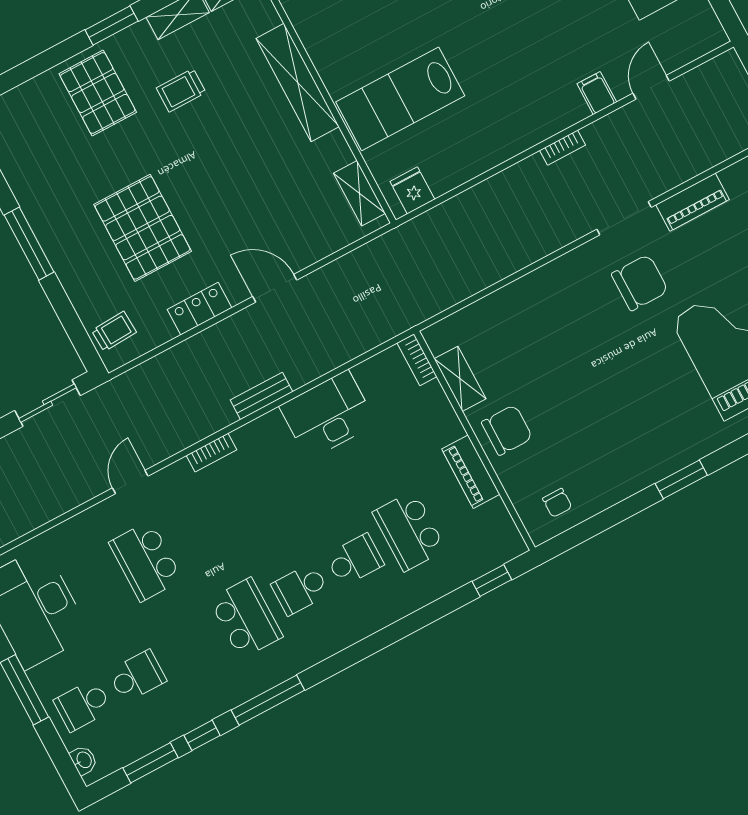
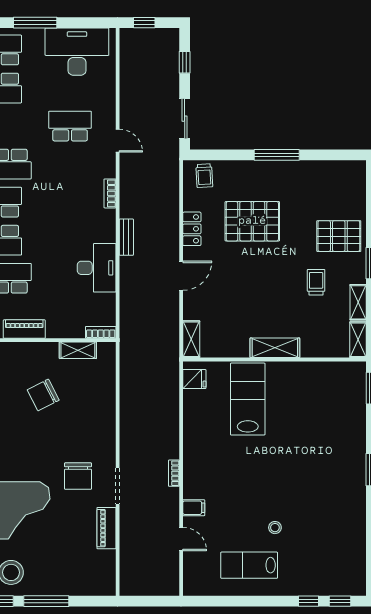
shelving: (298, 82) -> (275, 348), width x0.68
shelving: (359, 193) -> (191, 339), moved, turned 90
chair: (507, 430) -> (43, 395), moved, turned 63

